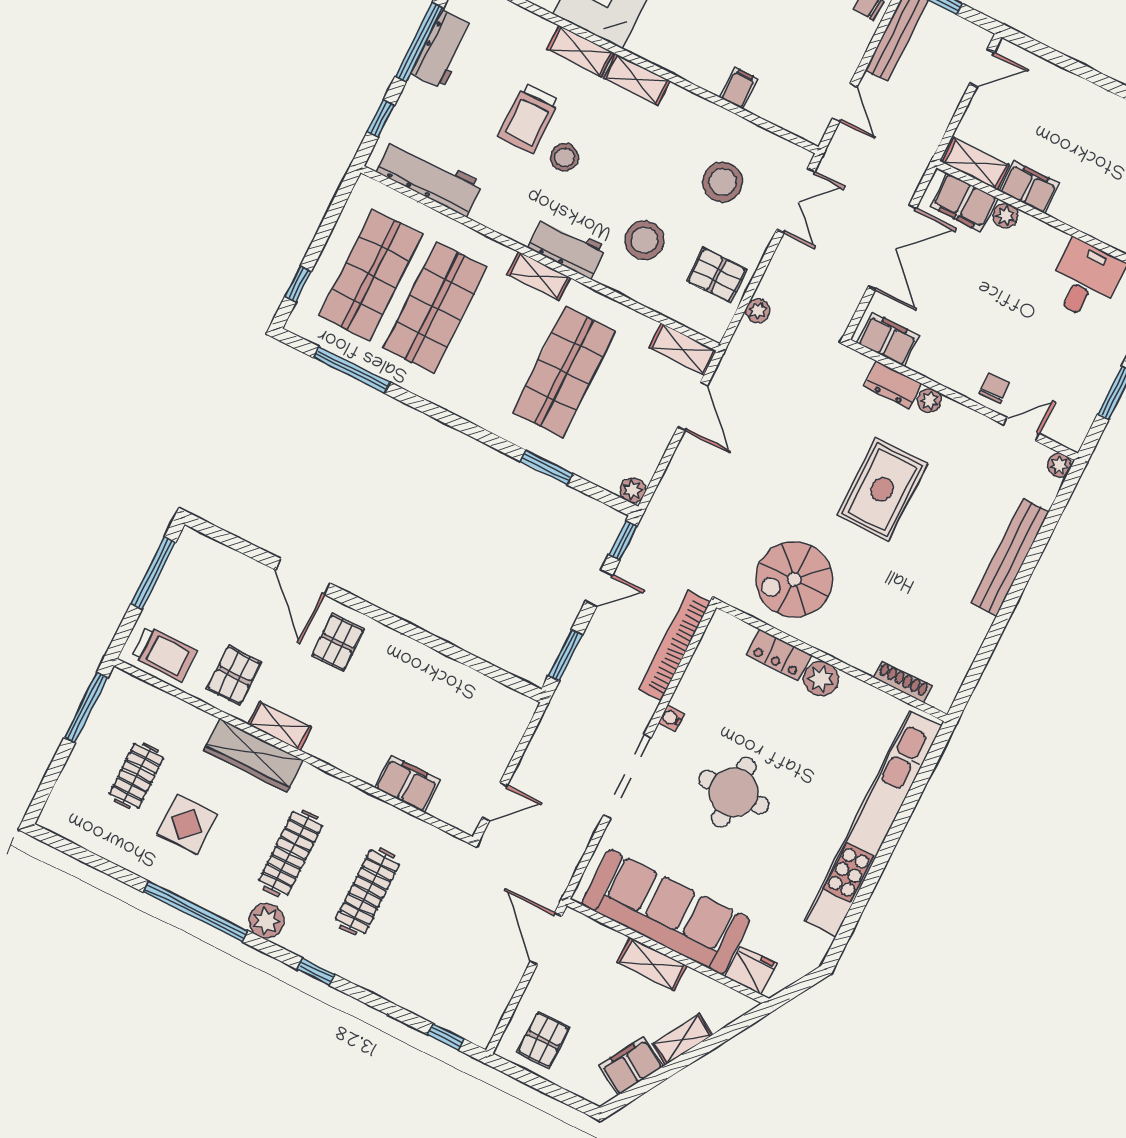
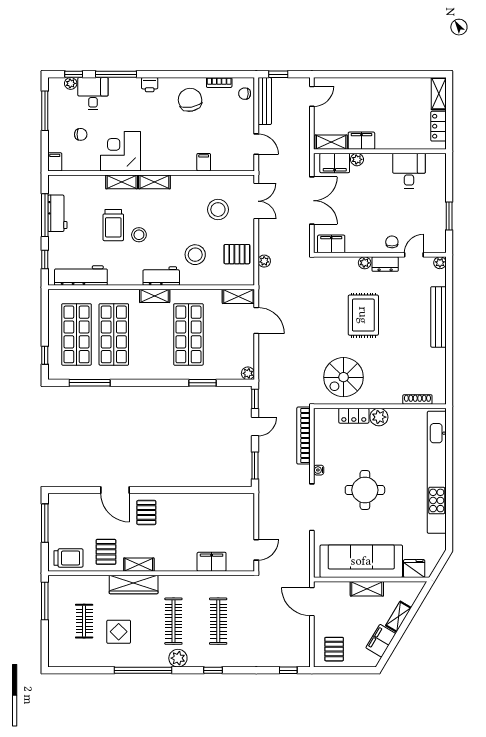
dresser: (893, 385) -> (385, 264), moved

